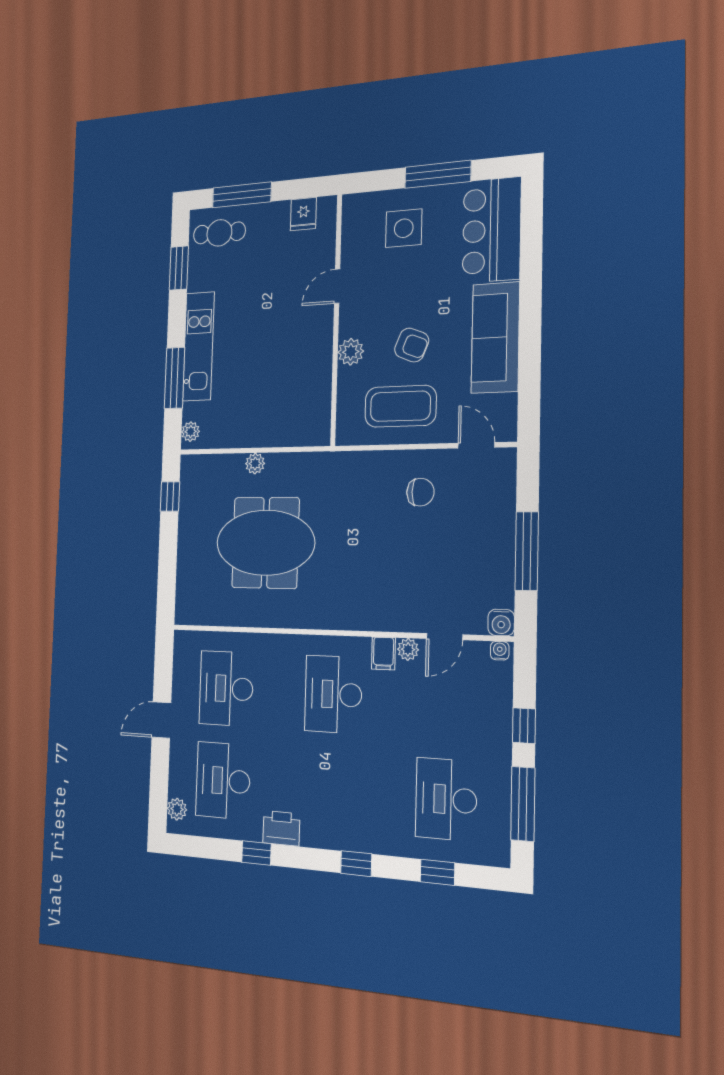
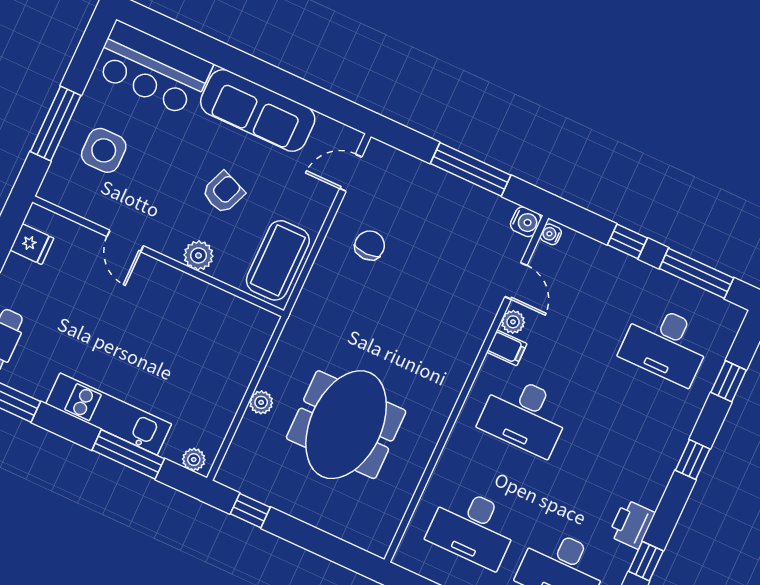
window: (438, 174) -> (56, 123), moved
coffee table: (400, 406) -> (278, 260), moved

